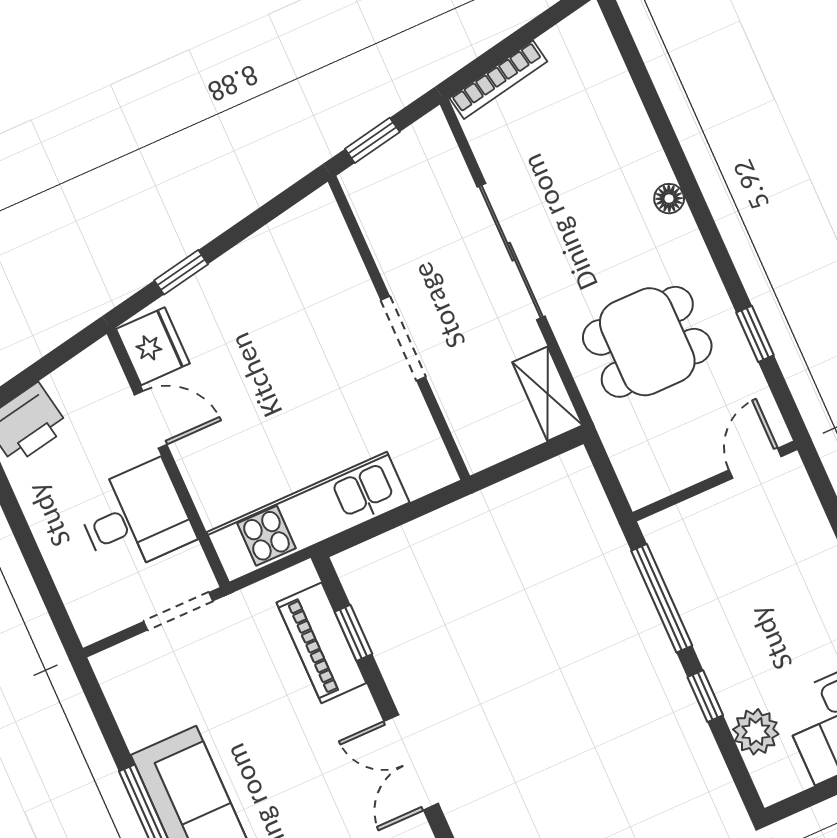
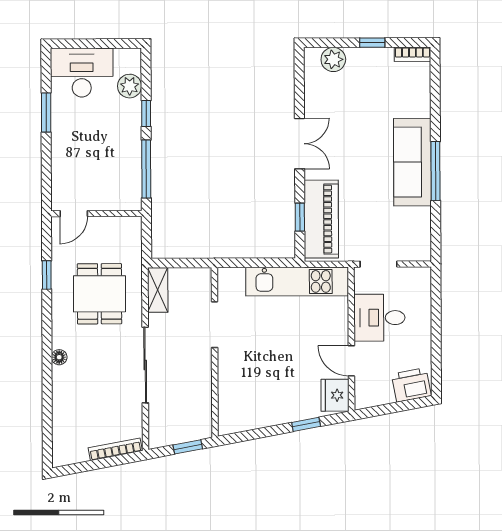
doorway: (403, 338) -> (215, 325), moved
dining table: (647, 342) -> (99, 294), turned 90
piano: (321, 643) -> (321, 219), width x1.37, depth x1.33

